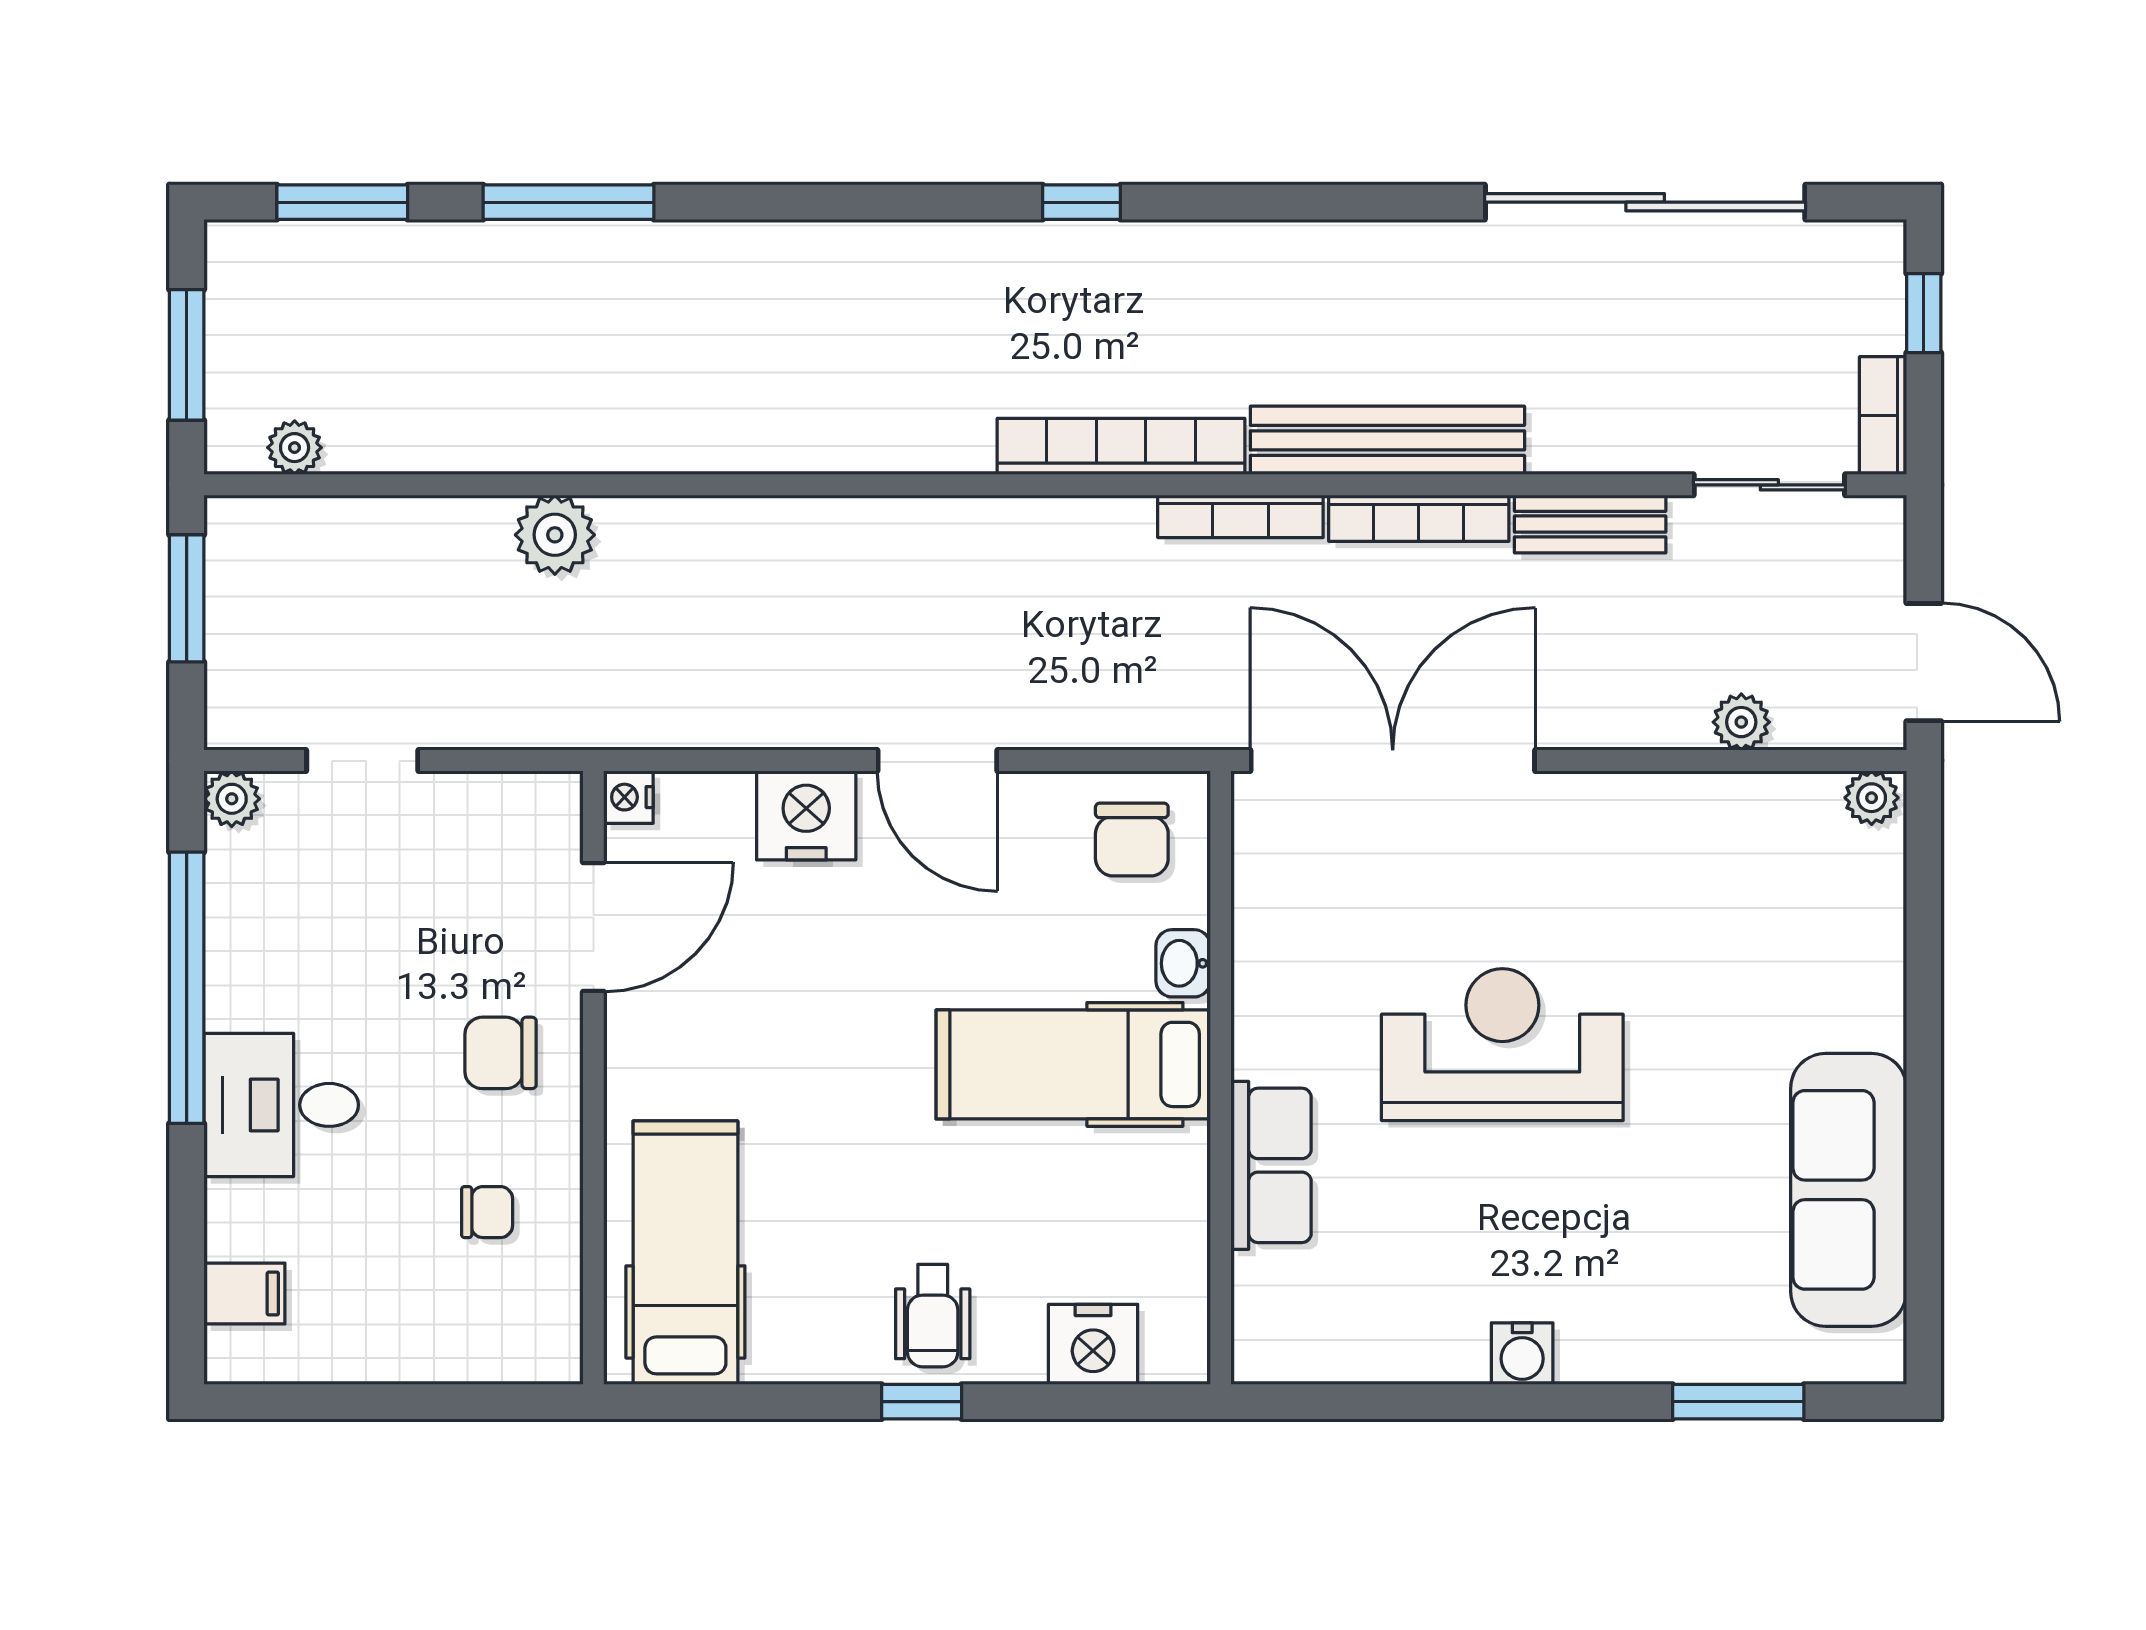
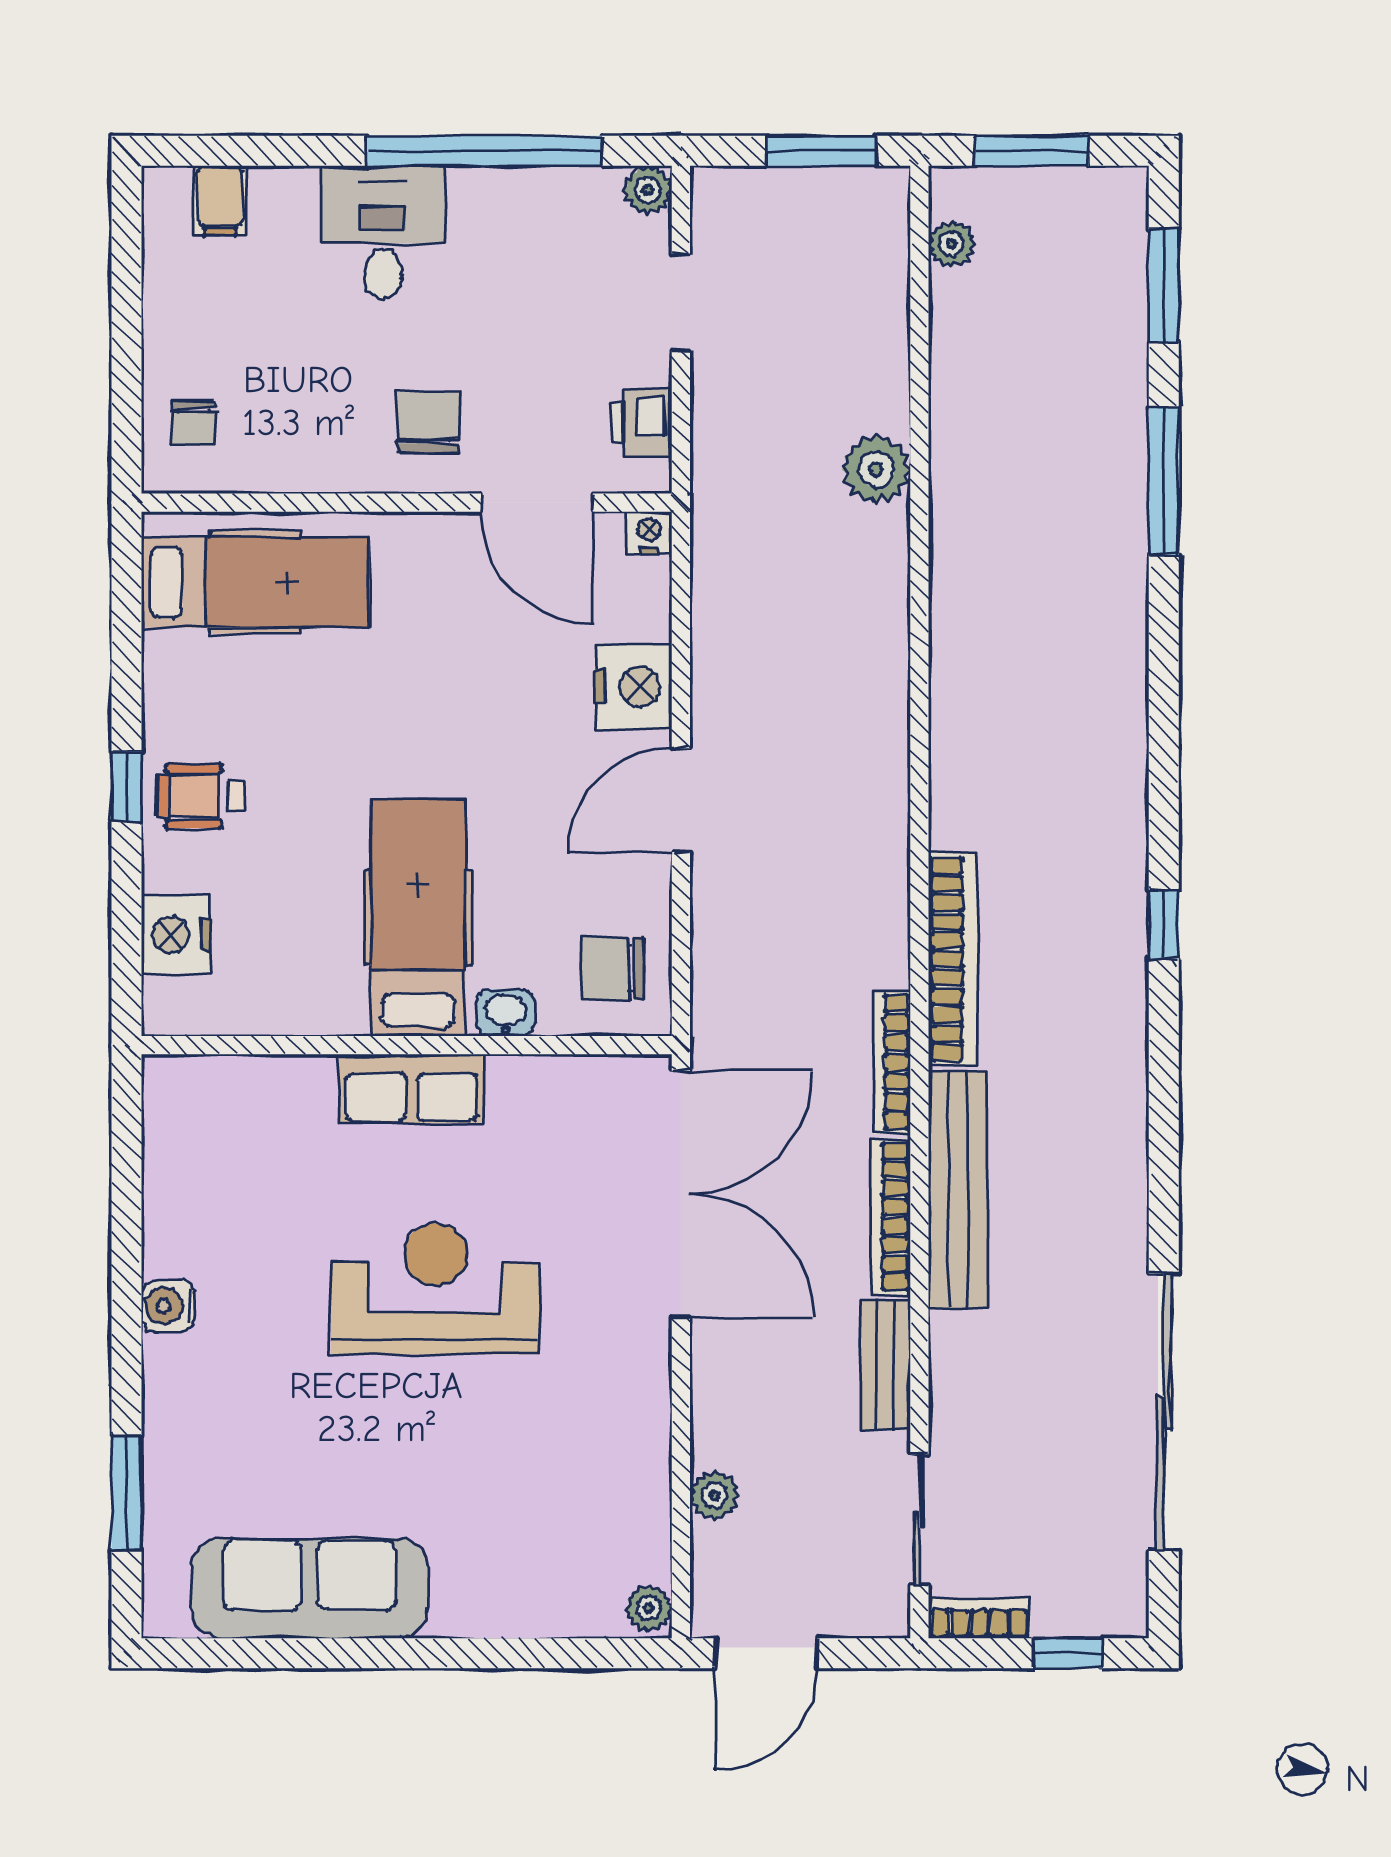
printer: (501, 806) -> (642, 423), added
reception desk: (1502, 1045) -> (435, 1289), turned -90
row of seats: (1271, 1165) -> (412, 1089), moved
chair: (487, 1212) -> (194, 423), moved

